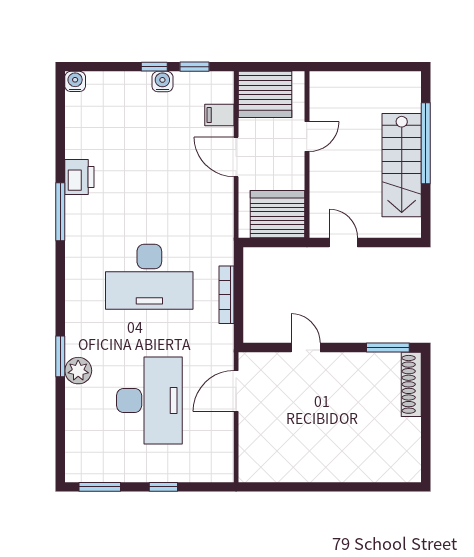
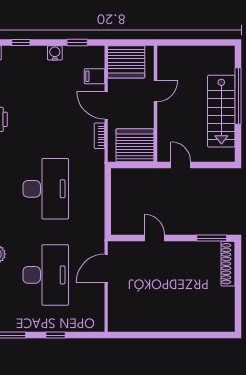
window: (154, 67) -> (21, 43), moved
desk: (149, 277) -> (46, 189), turned -90
bookcase: (227, 295) -> (99, 136), moved, width x0.64

